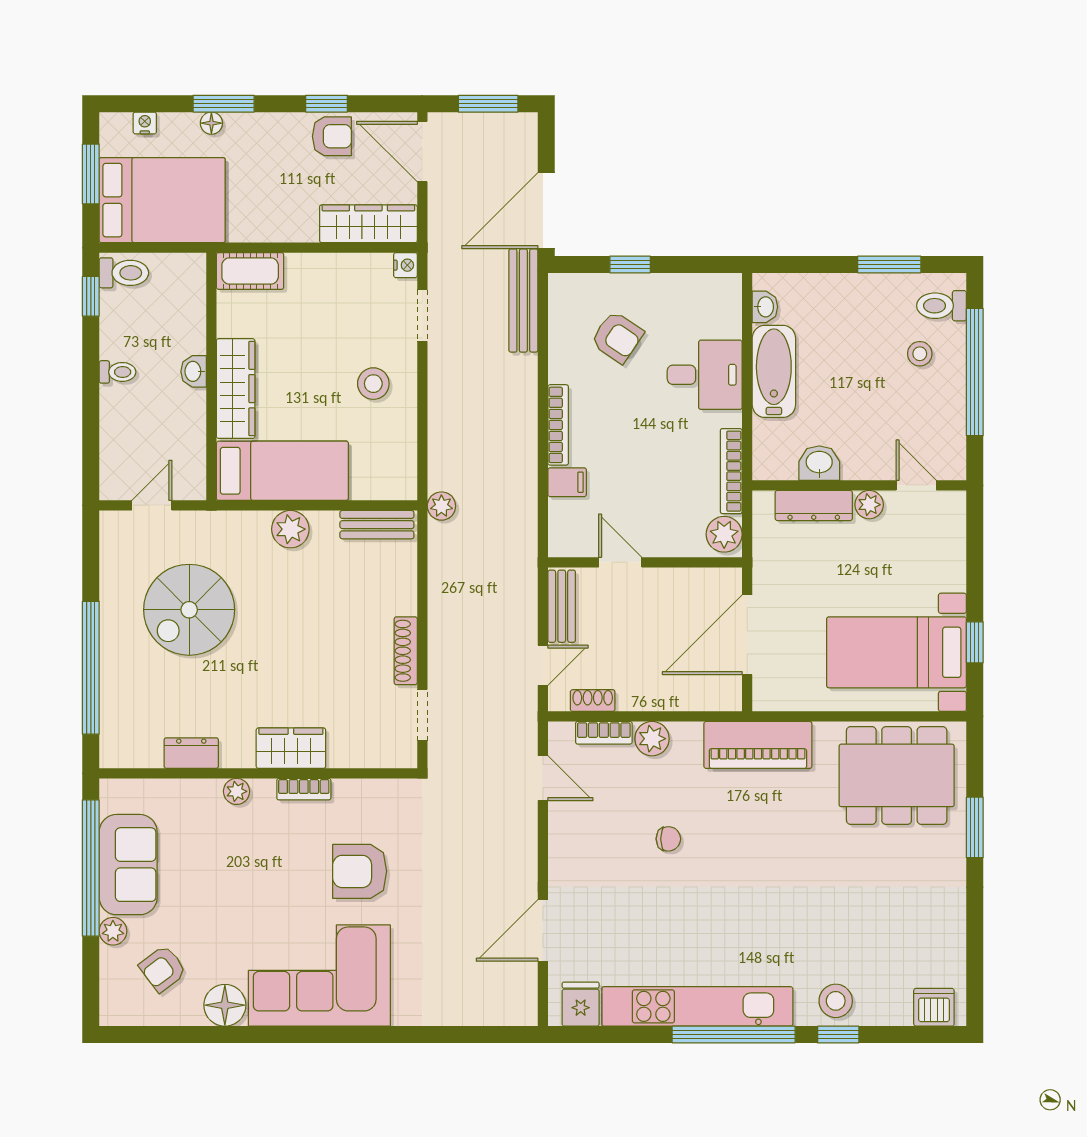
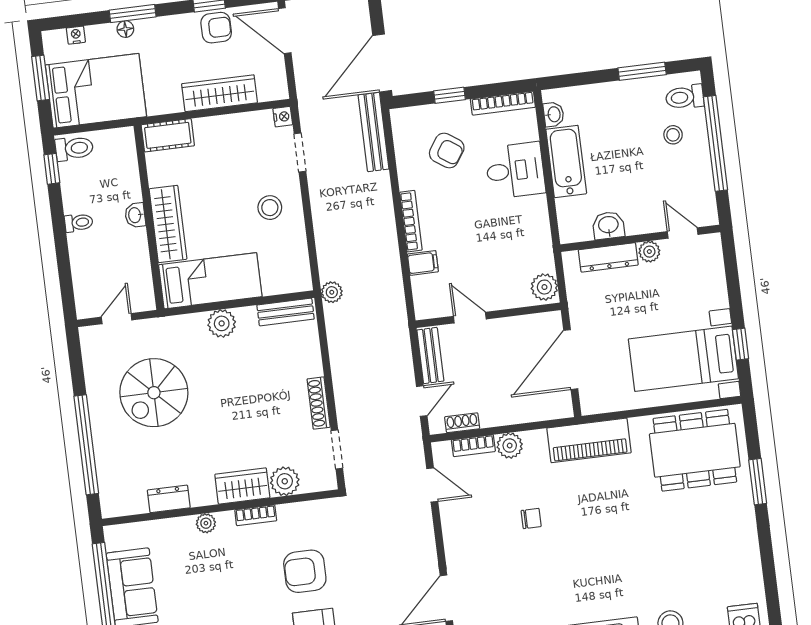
wardrobe: (368, 224) -> (219, 93), moved
bookcase: (731, 471) -> (503, 103), moved, turned -90
plant: (348, 749) -> (285, 481), added

